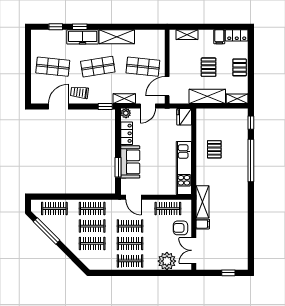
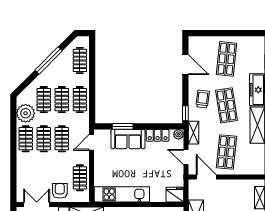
trolley: (79, 92) -> (203, 99), moved
window: (47, 231) -> (49, 60), moved
plant: (167, 261) -> (26, 113), moved

